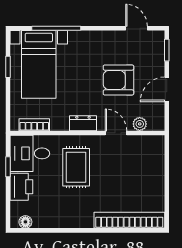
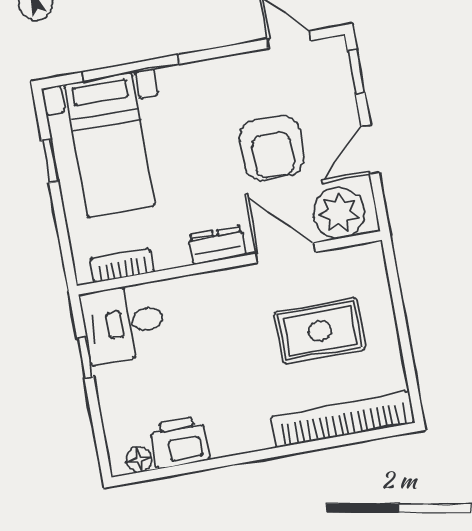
armchair: (118, 80) -> (272, 148), turned -90
plant: (140, 124) -> (339, 213), width x1.88, depth x1.88
door: (116, 133) -> (286, 253), width x1.37
rug: (76, 167) -> (320, 331), moved, turned 90
printer: (21, 187) -> (179, 442), moved, turned -90

